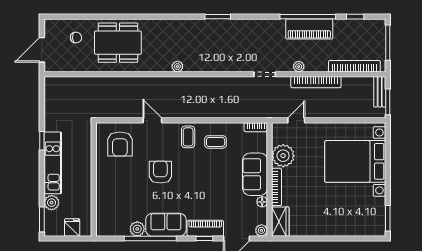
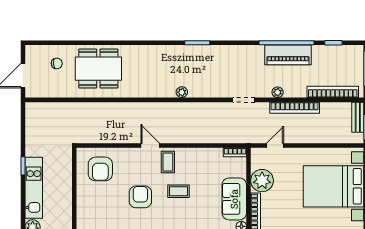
plant: (177, 67) -> (182, 92), moved
door: (152, 120) -> (150, 146), moved
coffee table: (216, 142) -> (178, 191), moved

